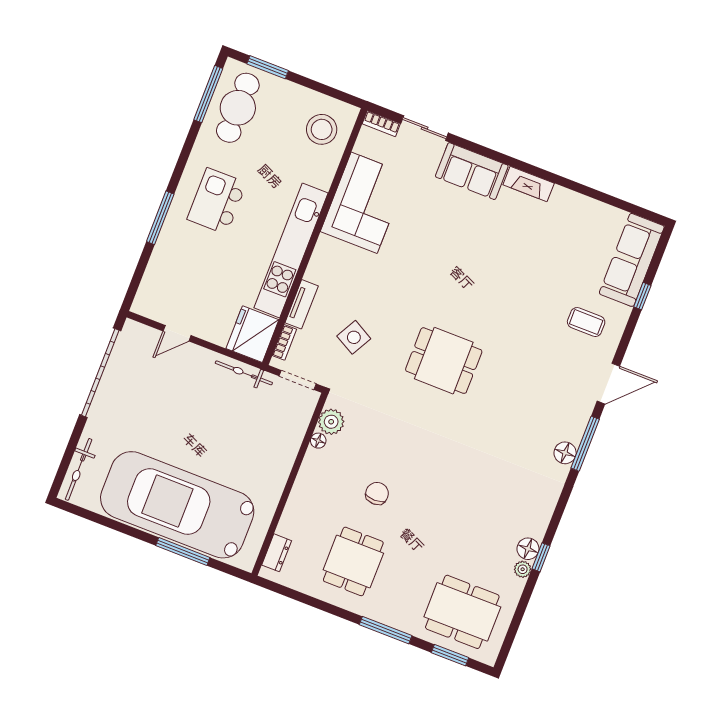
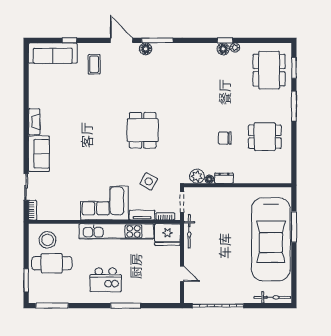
cafe table: (238, 108) -> (52, 263), moved
corner sofa: (364, 203) -> (104, 203), moved
floor lamp: (565, 453) -> (146, 49), moved
dresser: (277, 553) -> (224, 178), moved

